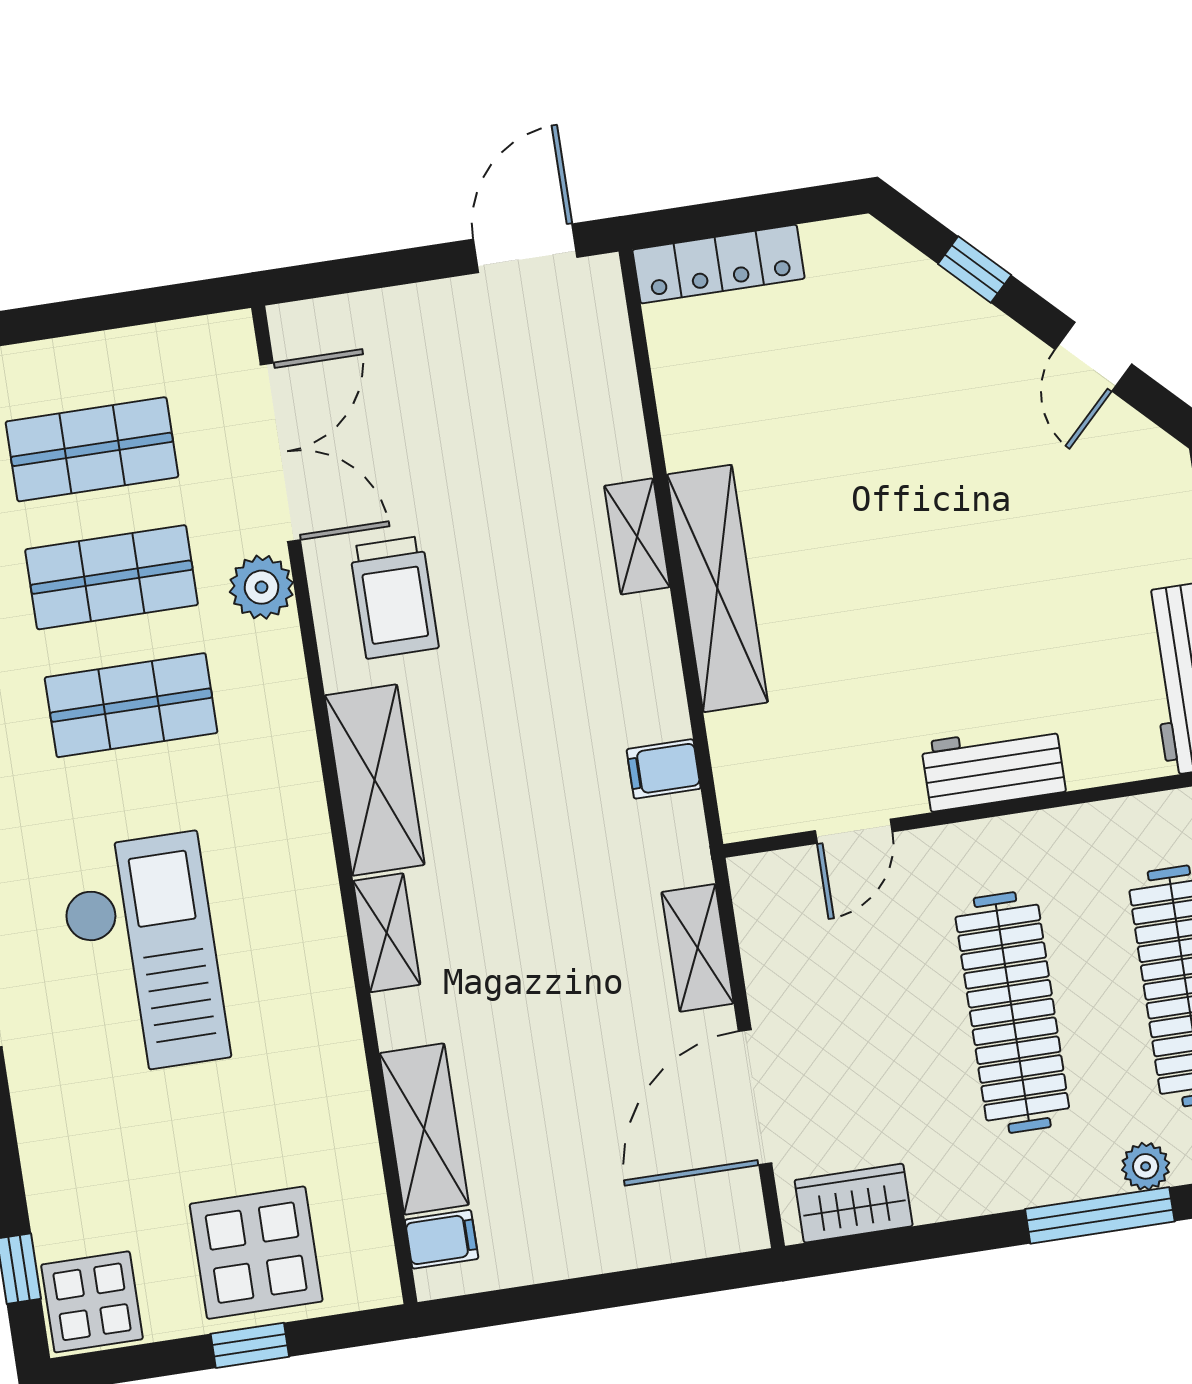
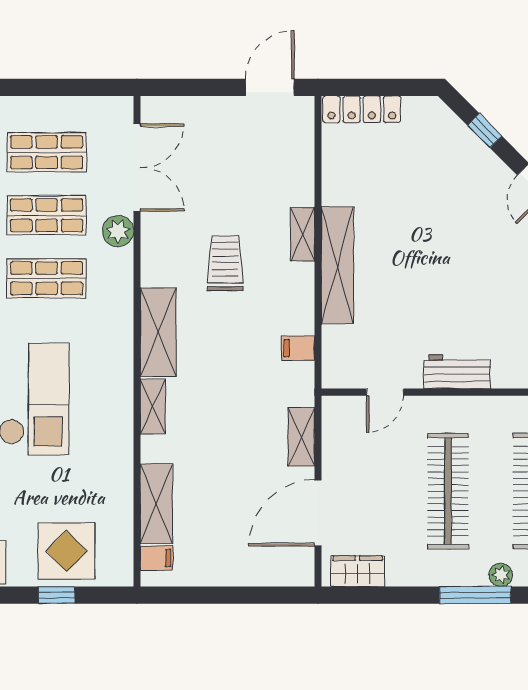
trolley: (394, 597) -> (225, 263), moved, turned 180

